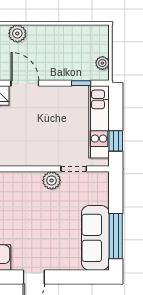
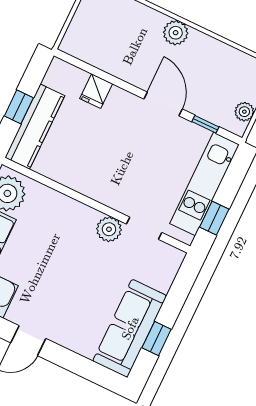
plant: (17, 33) -> (176, 33), moved
door: (25, 83) -> (163, 104), moved
window: (116, 236) -> (157, 338), width x0.46

